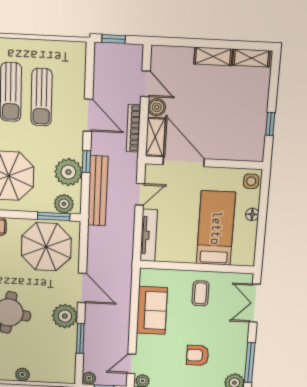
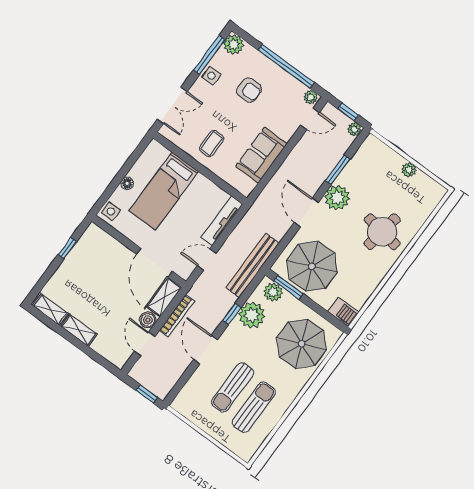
sun lounger: (42, 97) -> (233, 387), turned 180
bench: (98, 191) -> (253, 265), moved
side table: (237, 347) -> (211, 76), added

